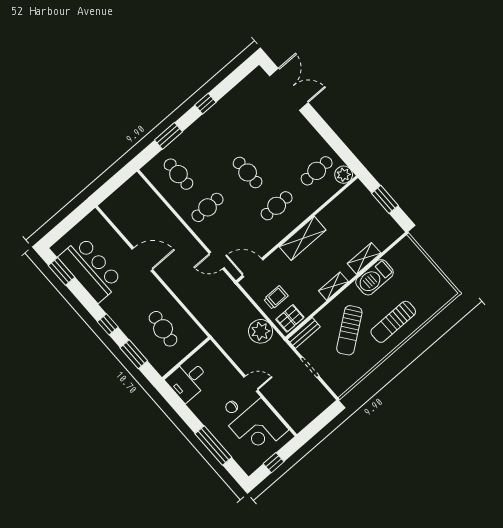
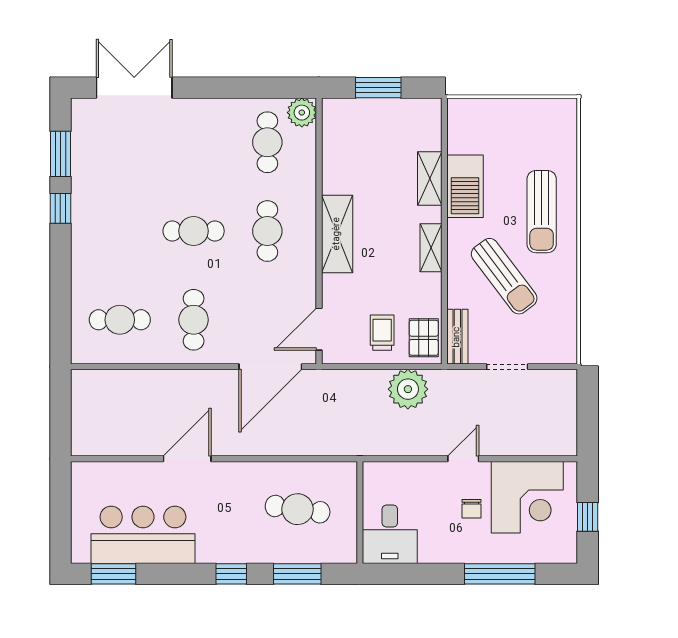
window: (168, 136) -> (60, 154), moved
door: (217, 260) -> (270, 367), width x1.88

